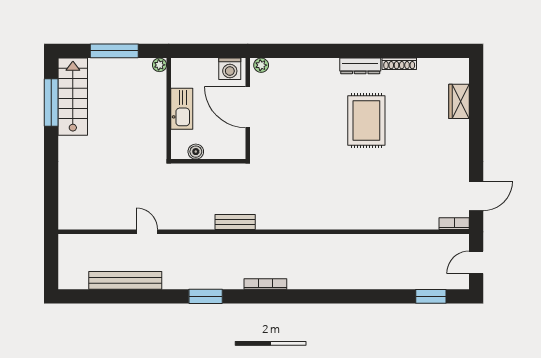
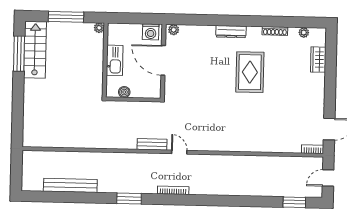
plant: (439, 65) -> (304, 33), added
dresser: (360, 66) -> (231, 32), moved
door: (147, 232) -> (179, 152), moved

